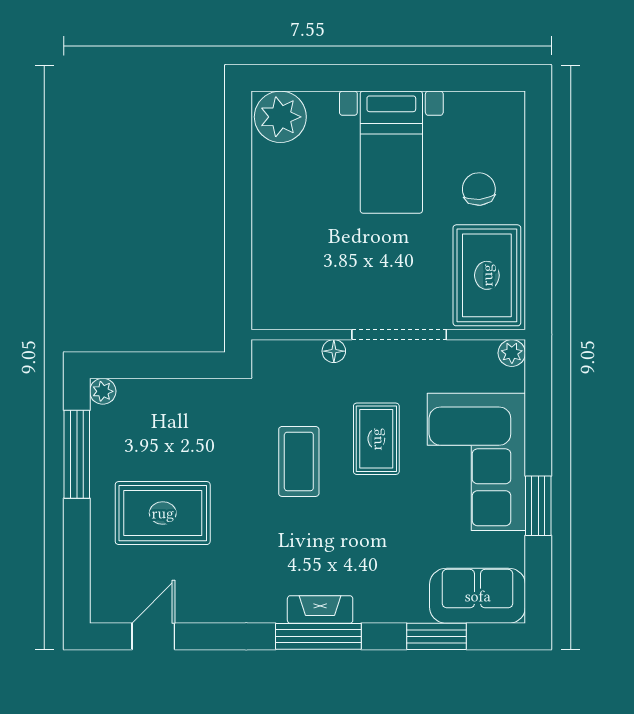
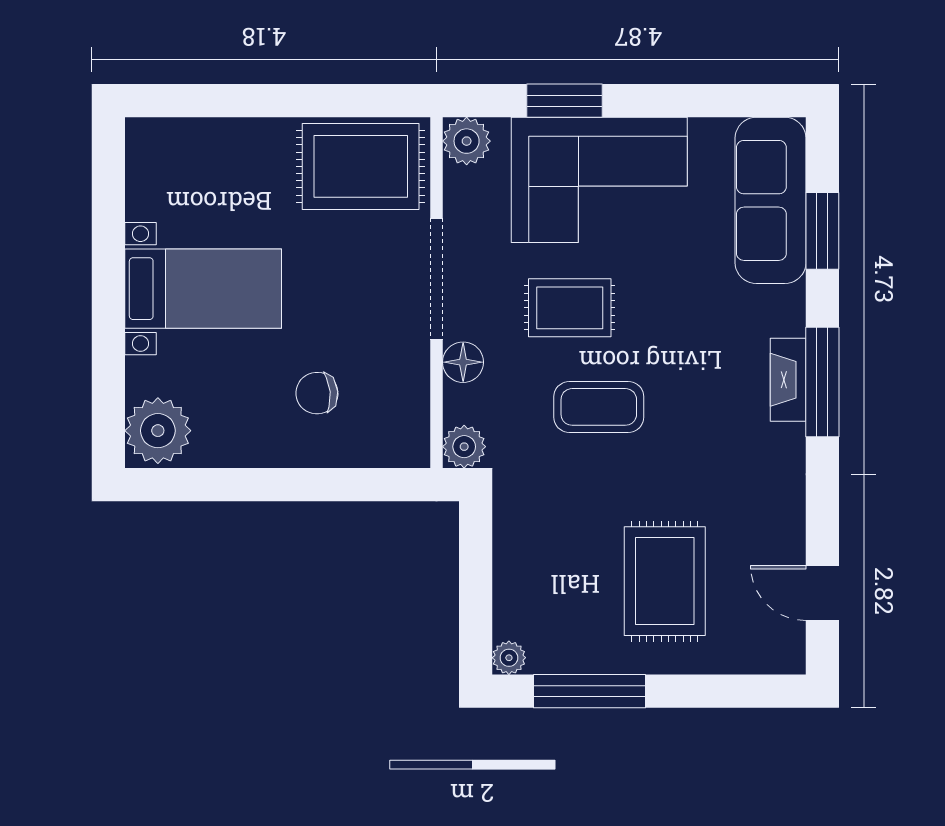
chair: (479, 189) -> (317, 393), moved
floor lamp: (334, 351) -> (463, 362), width x1.37, depth x1.37
plant: (512, 353) -> (467, 141), width x1.38, depth x1.38
plant: (268, 356) -> (464, 447), added
window: (538, 506) -> (565, 101), moved
sofa: (478, 596) -> (771, 200), width x1.36

